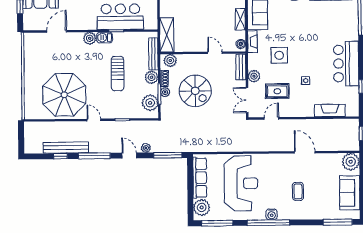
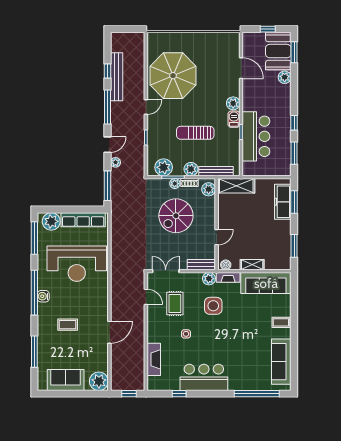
plant: (254, 76) -> (209, 279), moved
window: (338, 222) -> (34, 352), moved

